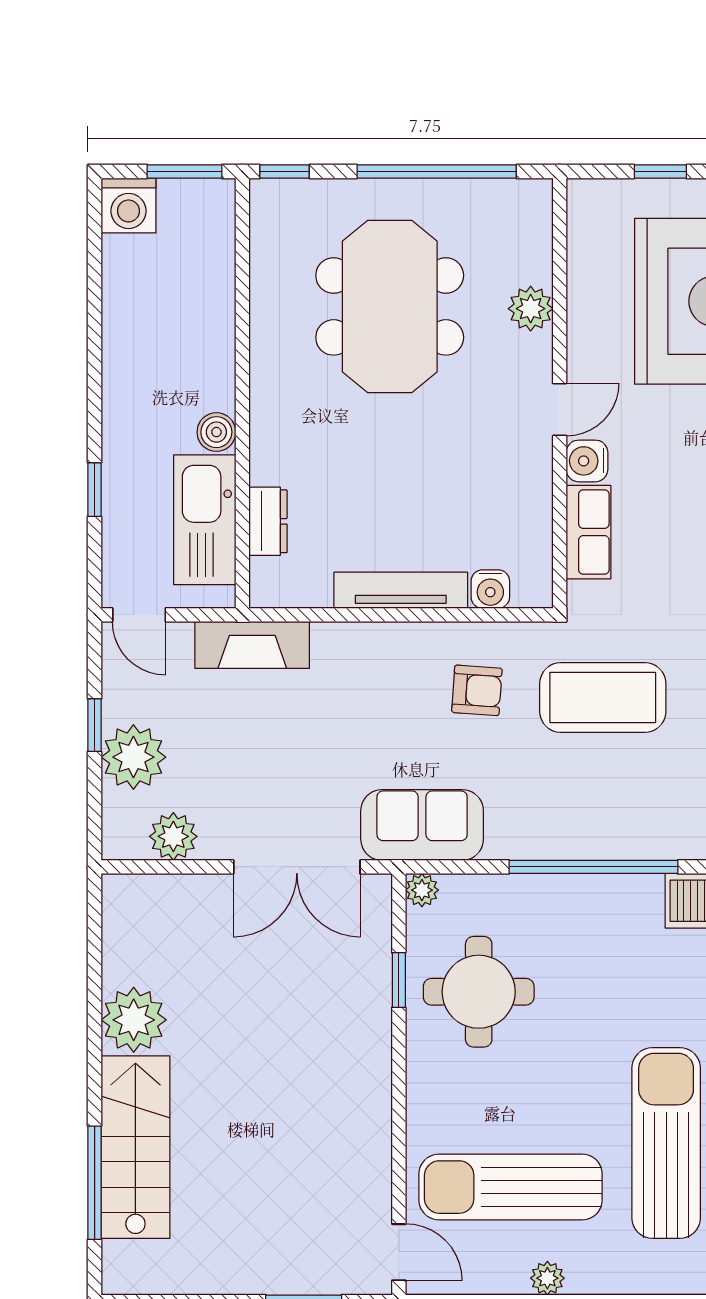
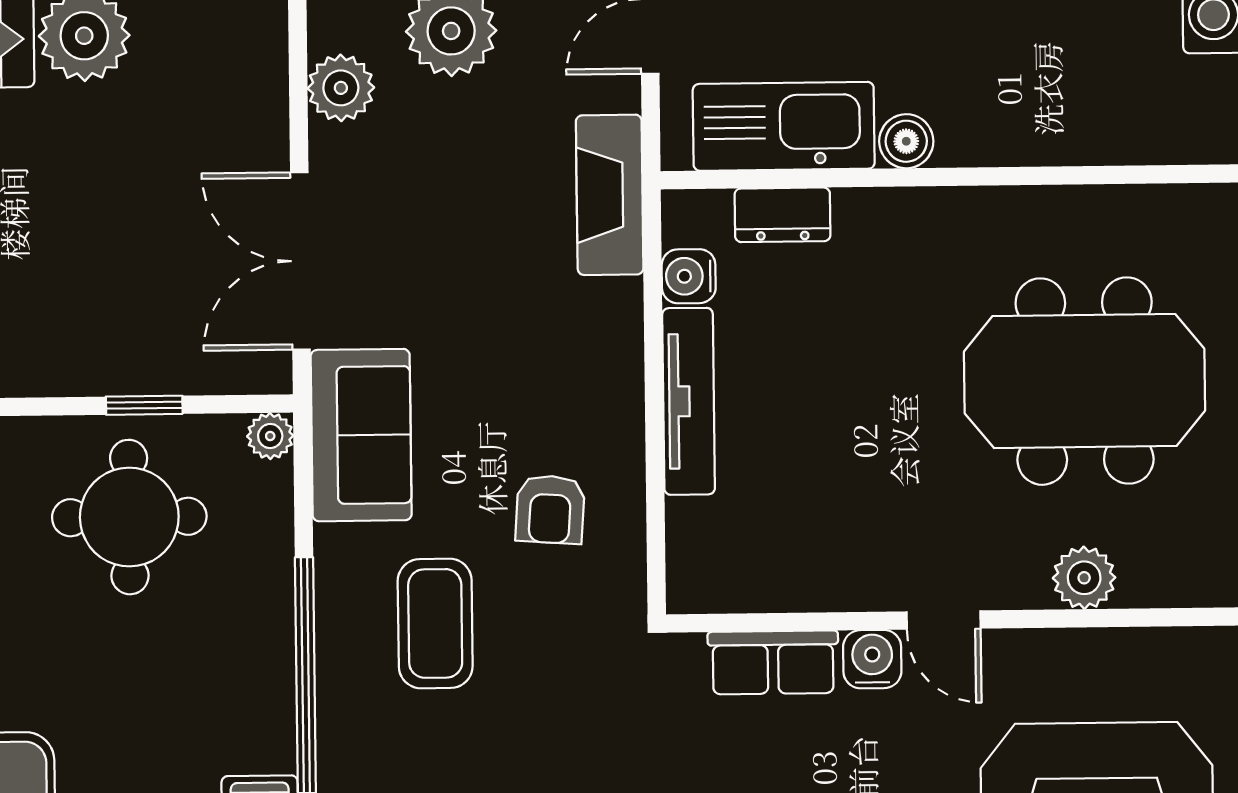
water cooler: (490, 589) -> (689, 276), moved
coffee table: (603, 697) -> (435, 623), moved, width x0.73, depth x0.76

